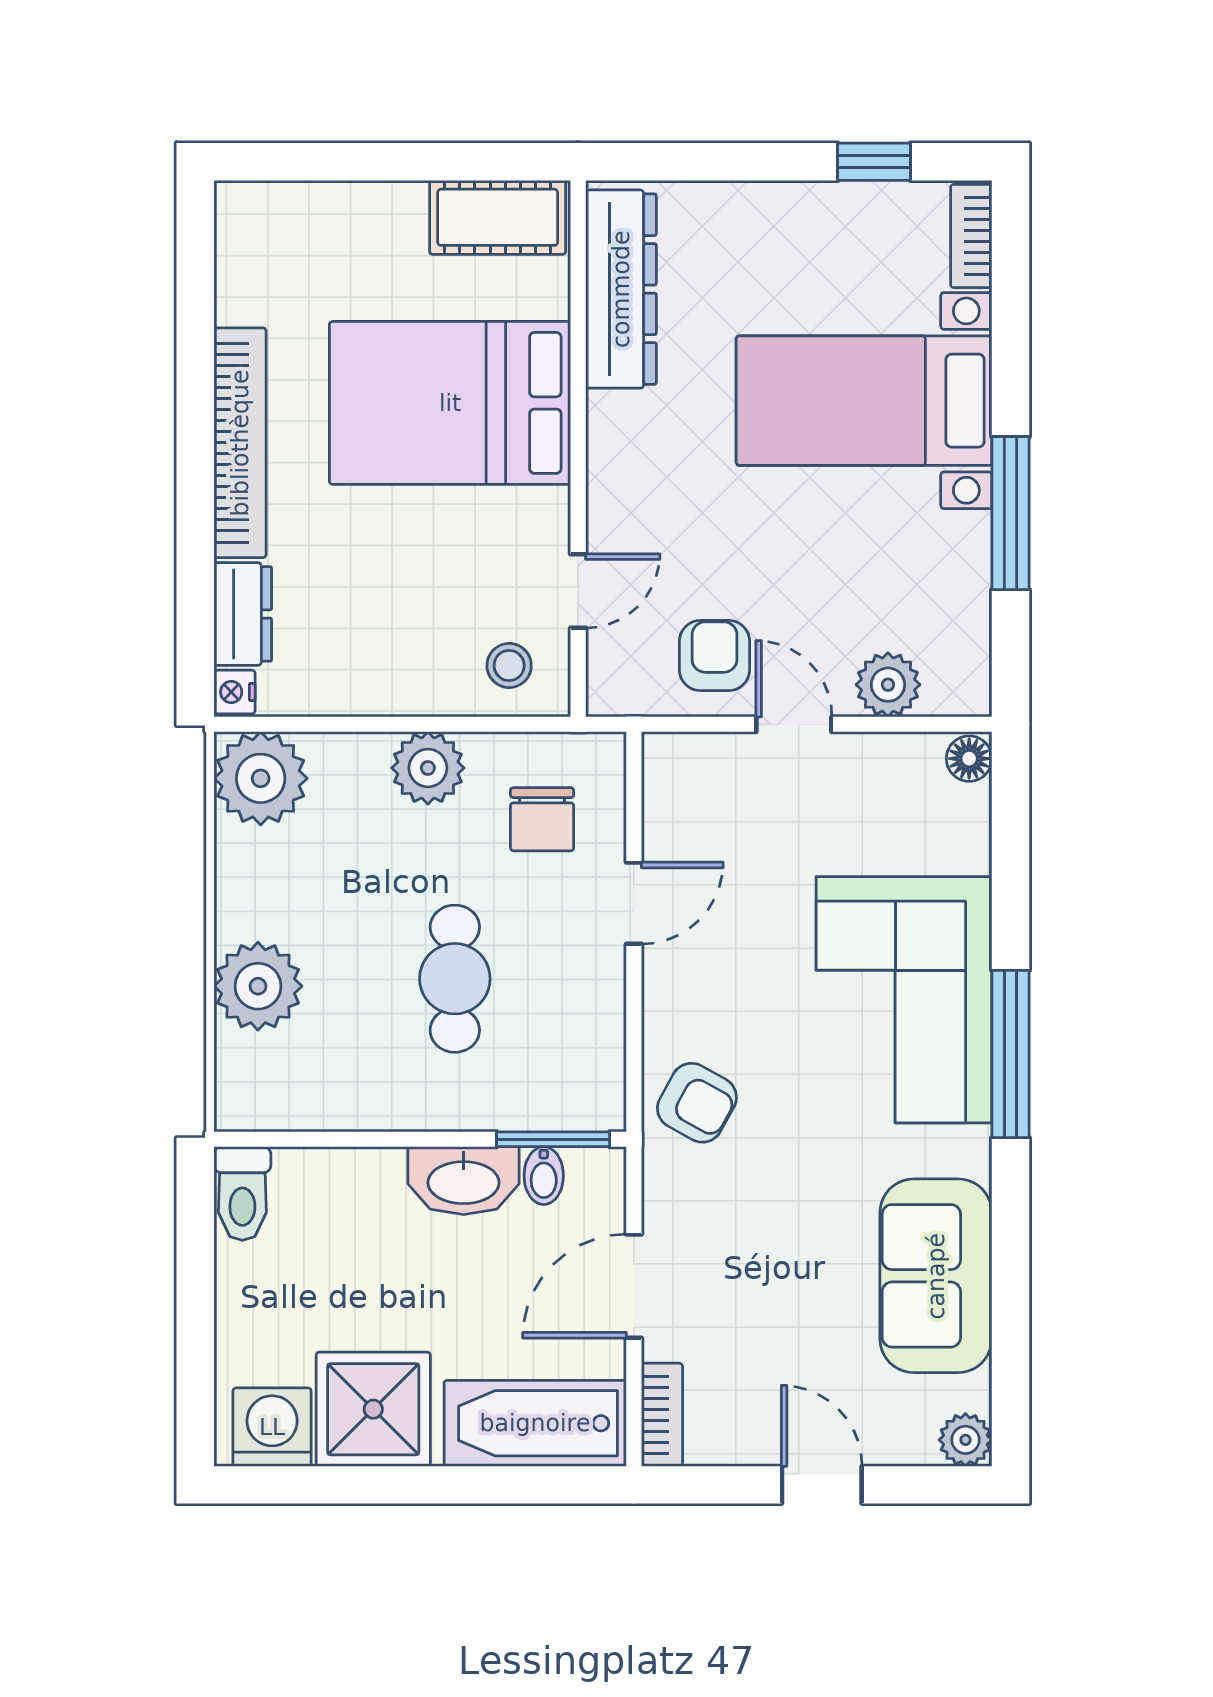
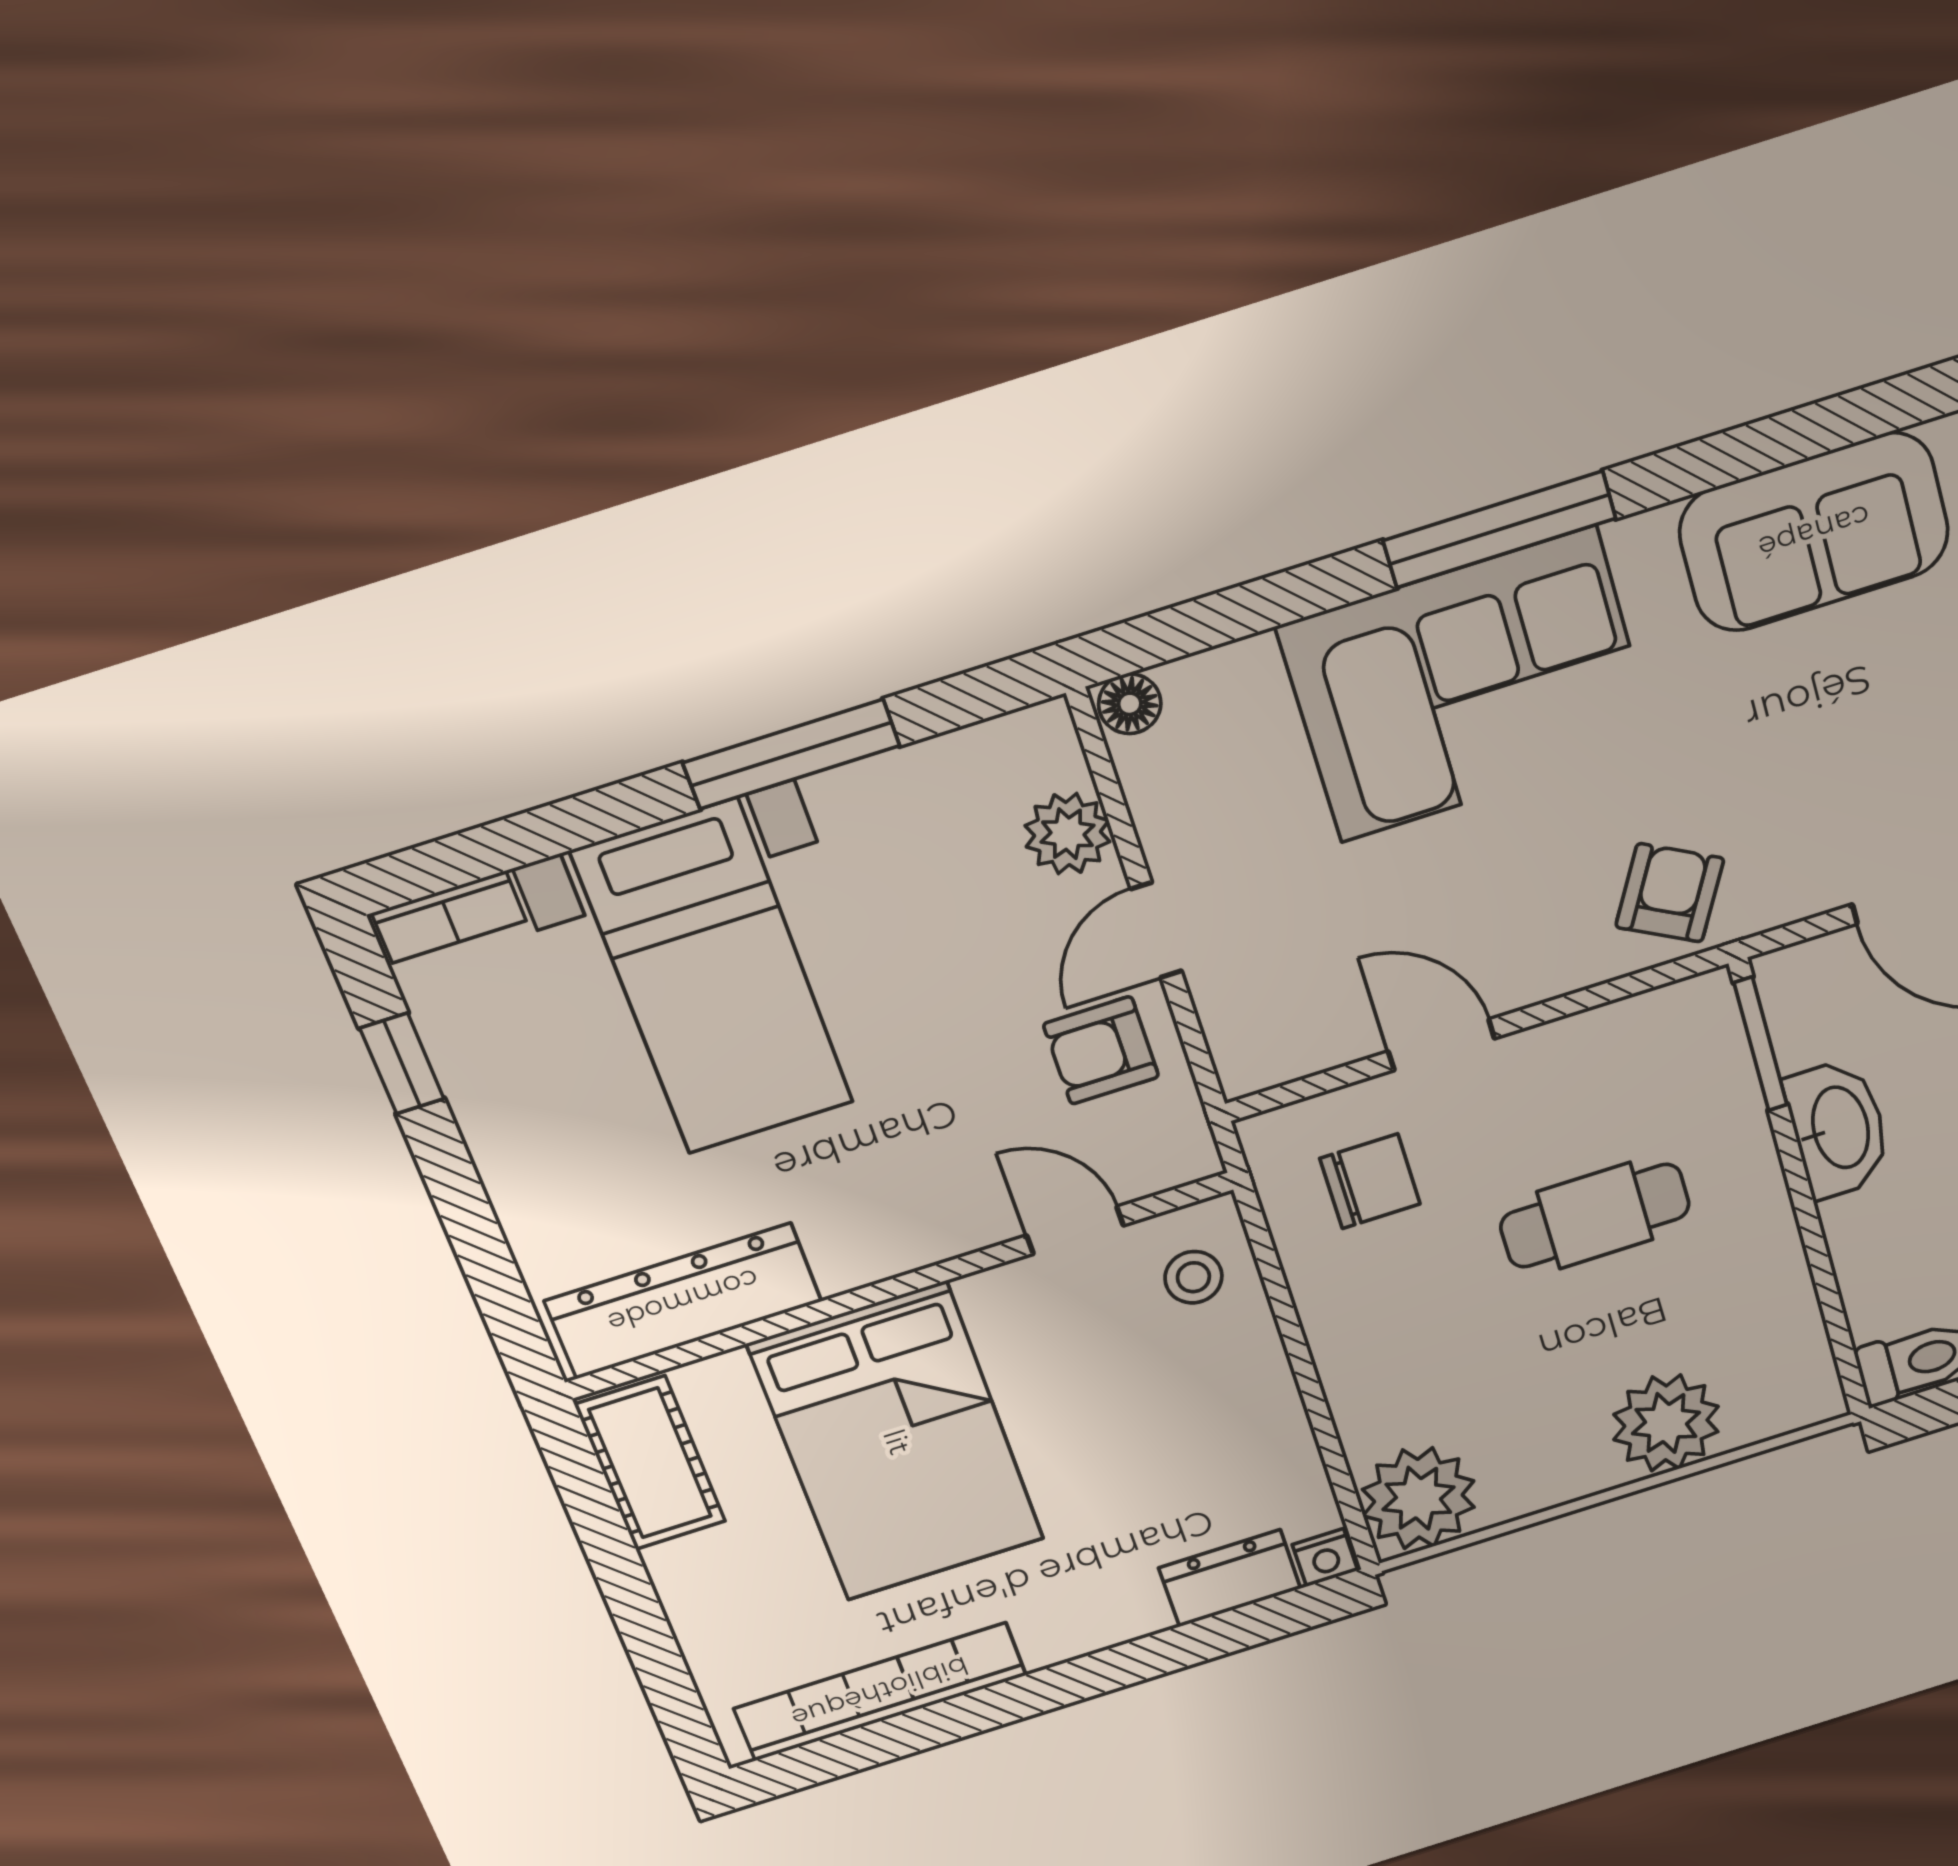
bookcase: (240, 443) -> (880, 1692), moved
plant: (428, 768) -> (1348, 1326), removed
bidet: (544, 1176) -> (1808, 1040), removed

